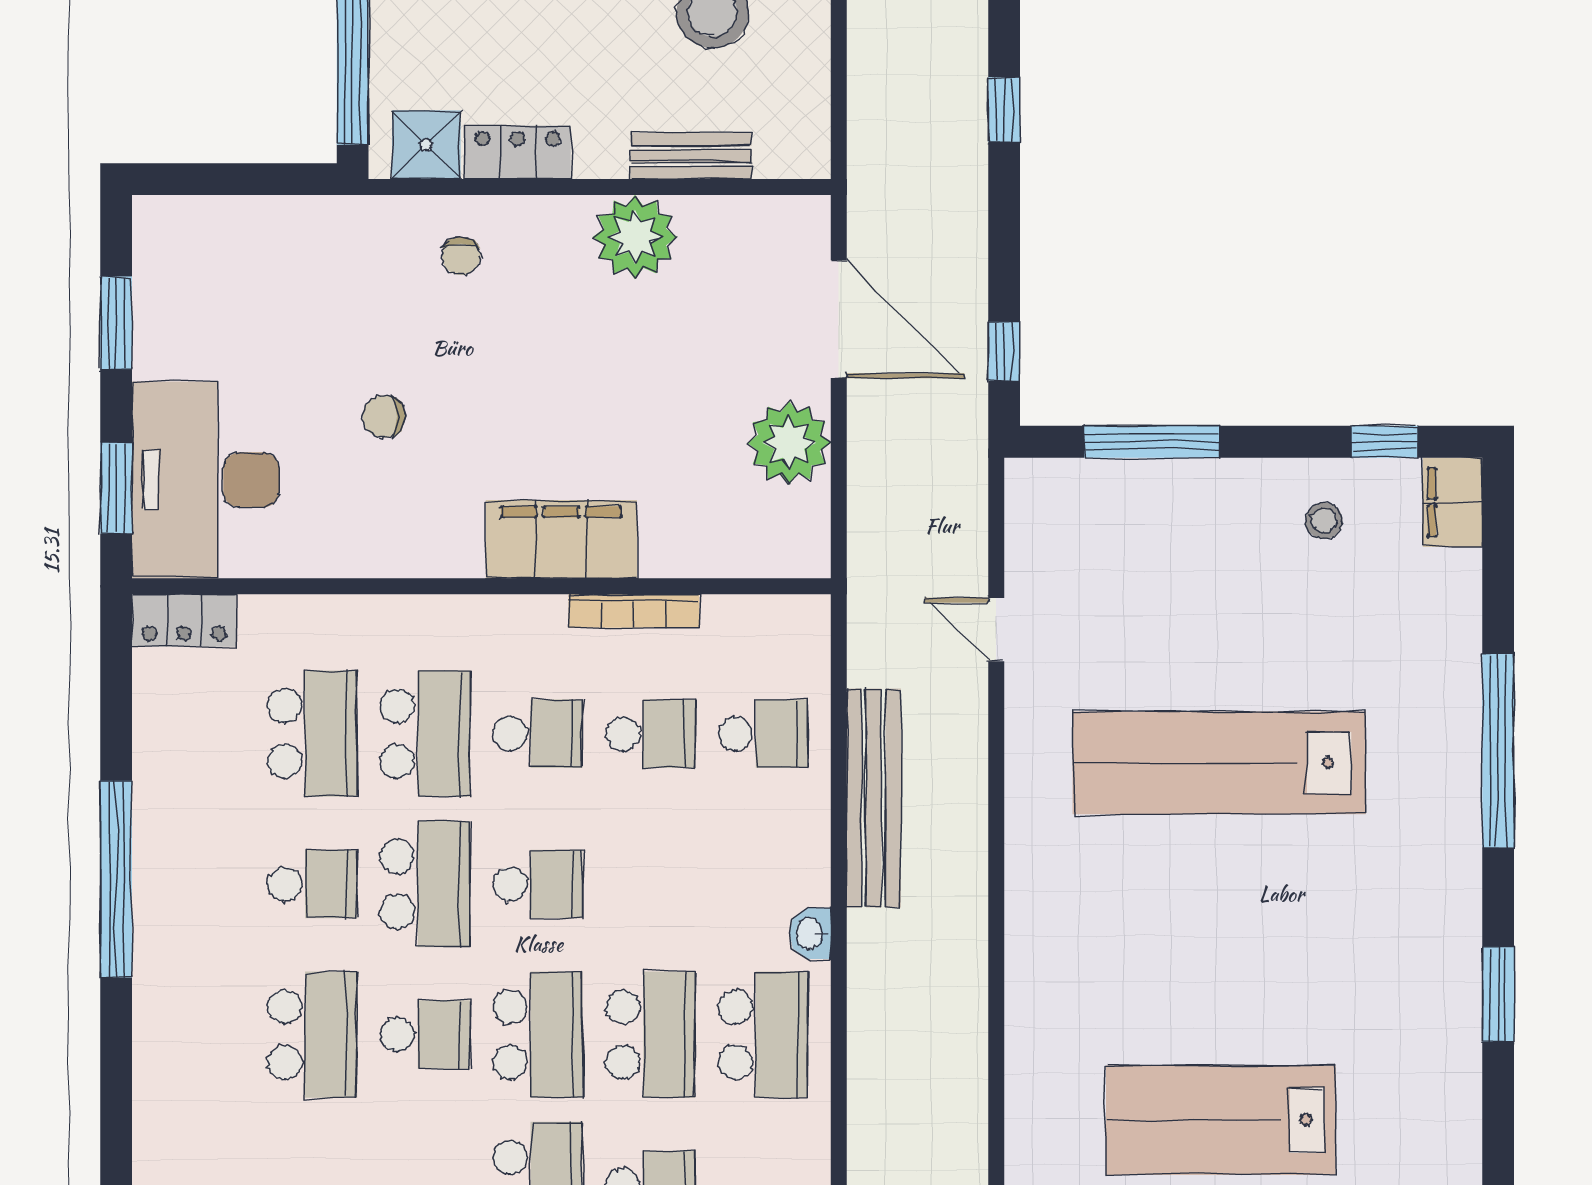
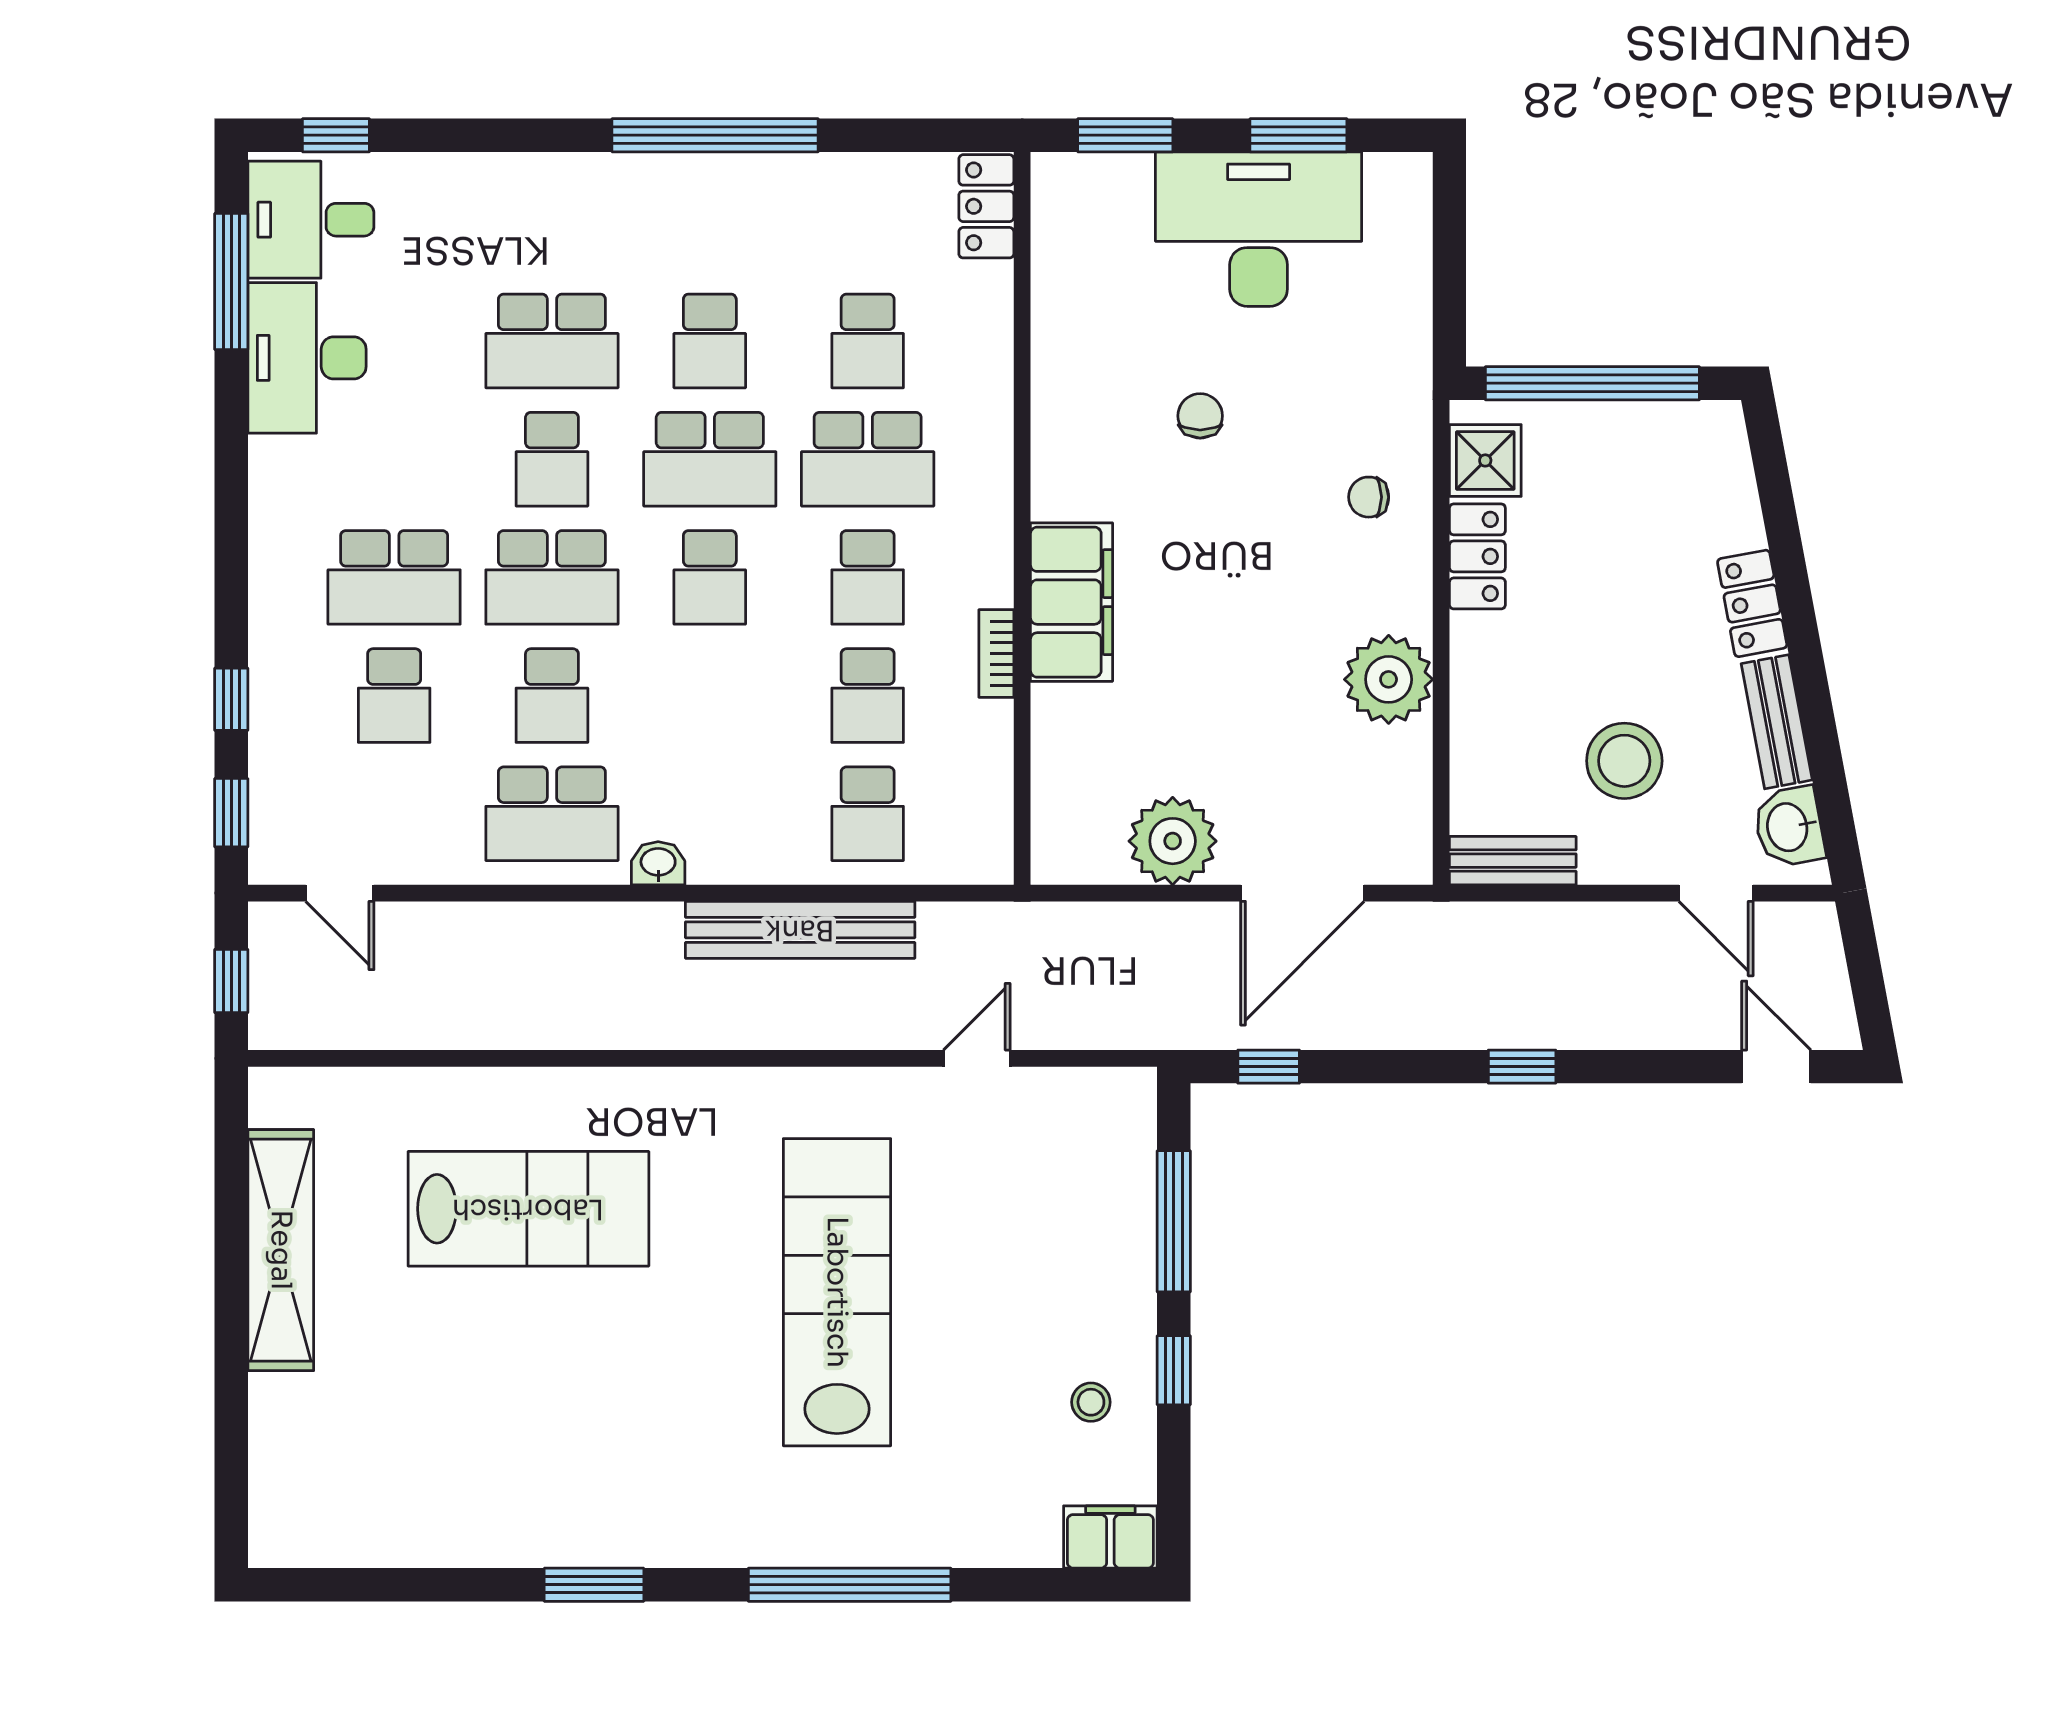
bench: (691, 156) -> (1513, 861), moved, turned 90
window: (1384, 442) -> (1174, 1370), moved
desk: (206, 480) -> (1259, 229), moved
bookcase: (634, 611) -> (996, 654), width x0.64
school desk: (312, 734) -> (868, 341), width x0.54
school desk: (650, 1035) -> (552, 696), width x0.54
lab bench: (1221, 1120) -> (528, 1209), moved, turned 90

